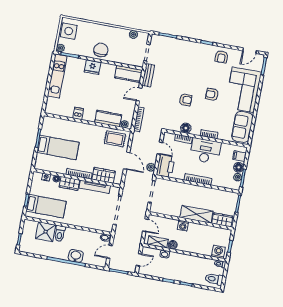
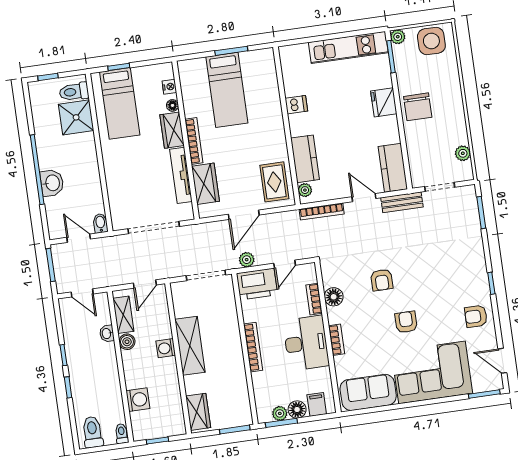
chair: (101, 50) -> (418, 107), turned 90
shelving: (197, 214) -> (190, 346), moved
toilet: (60, 233) -> (74, 92), moved
washing machine: (218, 252) -> (138, 400), moved

